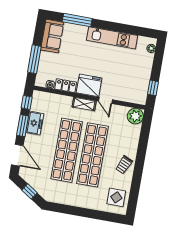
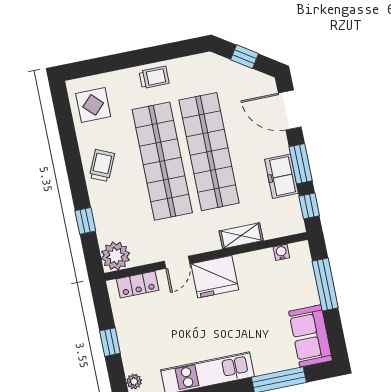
locker: (66, 86) -> (138, 285), moved
window: (153, 88) -> (110, 342), moved
door: (105, 100) -> (177, 262), swing flipped
shelving: (84, 104) -> (241, 236), moved
window: (144, 140) -> (85, 221), added
trolley: (80, 199) -> (154, 77), added

